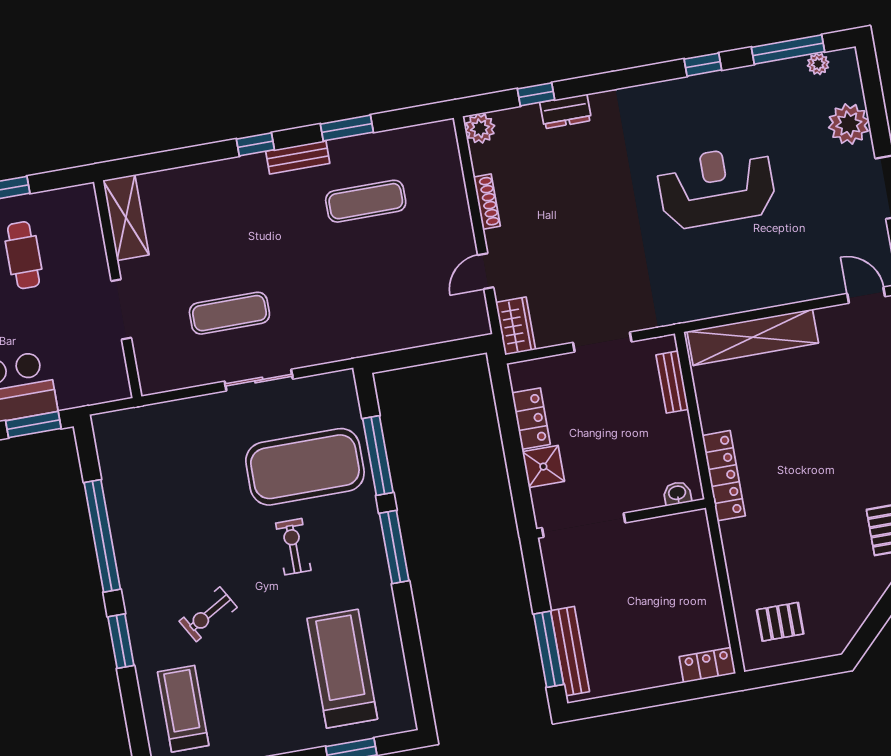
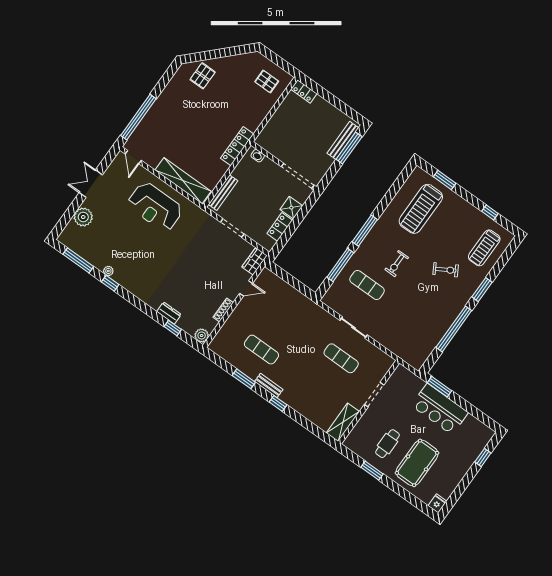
plant: (818, 64) -> (108, 271), moved
reception desk: (716, 187) -> (155, 207), moved
bench: (672, 382) -> (223, 193), width x1.36
exercise mat: (305, 467) -> (367, 285), width x0.50, depth x0.69

